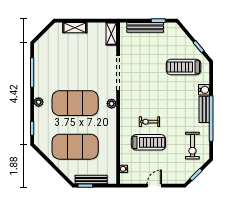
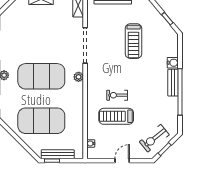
treadmill: (184, 67) -> (134, 41), moved, turned -90
treadmill: (148, 142) -> (116, 116), turned 180
exercise bike: (192, 146) -> (154, 138), moved, turned 51

